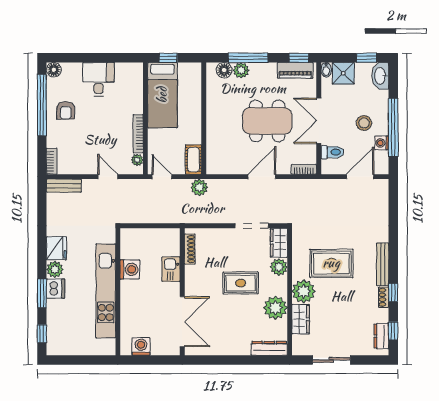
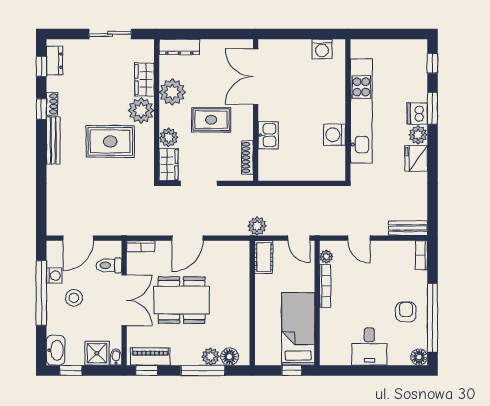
shoe rack: (190, 249) -> (247, 157), moved
kitchen sink: (171, 269) -> (268, 135), moved
wall: (182, 292) -> (256, 110), moved
double door: (182, 322) -> (256, 77), moved

